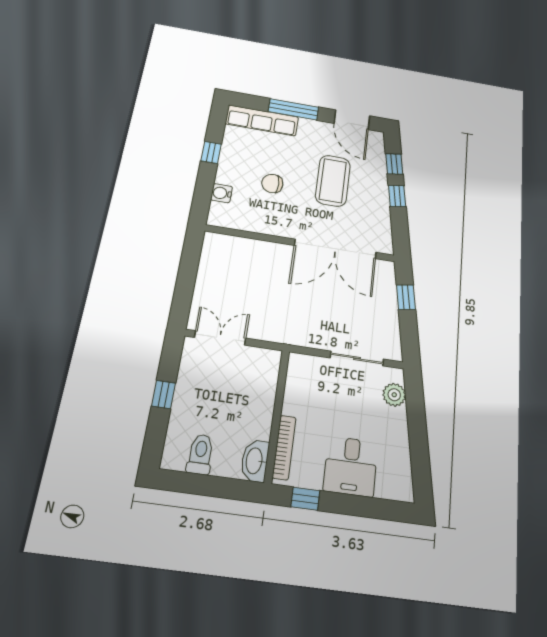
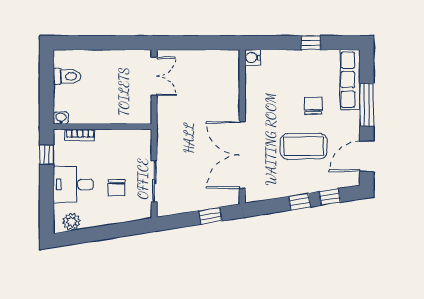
chair: (272, 183) -> (313, 106), moved
water cooler: (221, 193) -> (253, 58), moved, turned -90
window: (163, 395) -> (106, 43), removed
plant: (394, 395) -> (72, 222), moved
chair: (360, 408) -> (117, 188), added
bookcase: (284, 447) -> (80, 135), width x0.64
washbasin: (255, 461) -> (61, 118), width x0.52, depth x0.69

